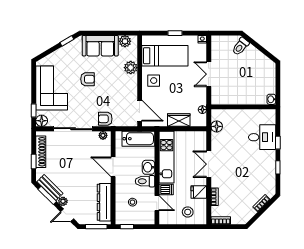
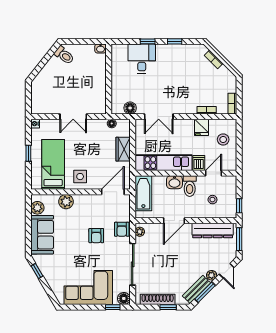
toilet: (241, 46) -> (64, 55), moved
armchair: (87, 79) -> (96, 236), moved, turned 180
double door: (209, 164) -> (159, 117), moved

